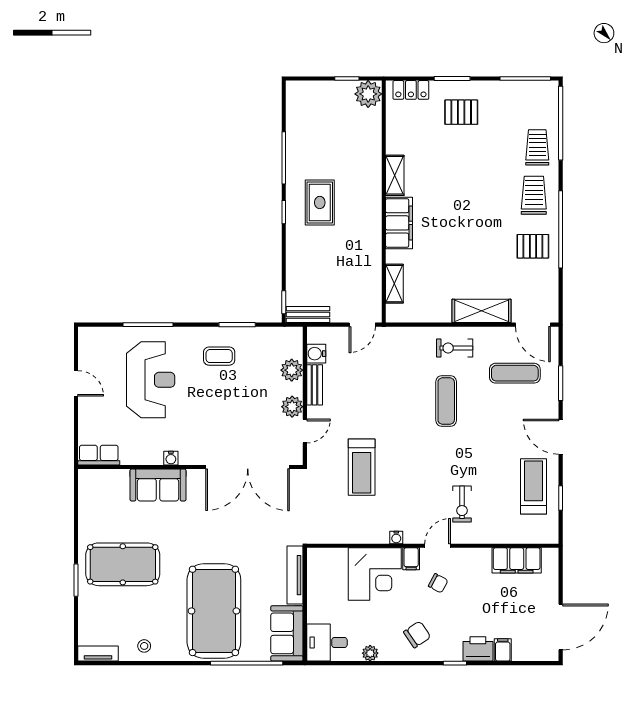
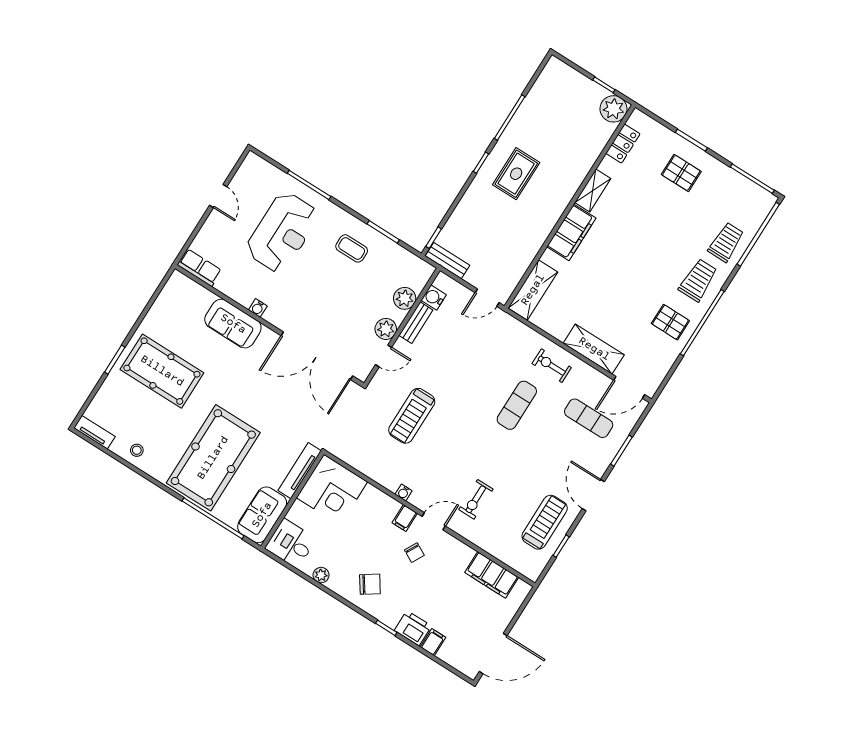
locker: (411, 90) -> (623, 144), moved, turned -90
shelving: (394, 284) -> (533, 290), width x1.50, depth x1.33
door: (533, 325) -> (629, 387), hinge flipped
corner desk: (375, 574) -> (332, 490), moved

